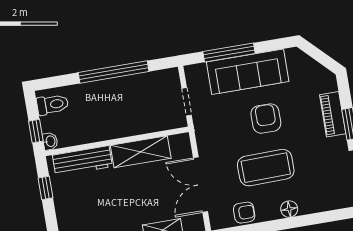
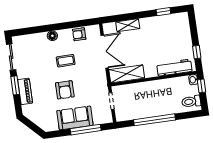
sofa: (248, 72) -> (75, 118), width x0.73
shelving: (141, 152) -> (127, 74), moved
coffee table: (266, 168) -> (66, 61), width x0.54, depth x0.58

